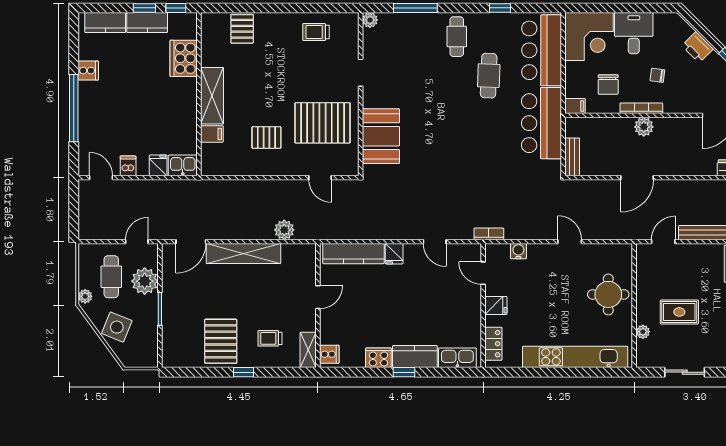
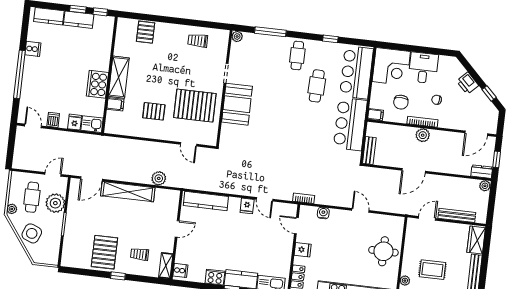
cooker: (184, 58) -> (97, 84), moved
booth: (381, 136) -> (237, 104), moved
fridge: (394, 254) -> (247, 206), moved

